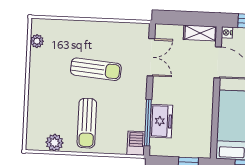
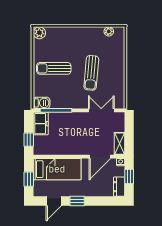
double door: (151, 57) -> (101, 110), swing flipped
freezer: (161, 121) -> (41, 124), moved, turned -90
plant: (55, 143) -> (39, 33), moved

